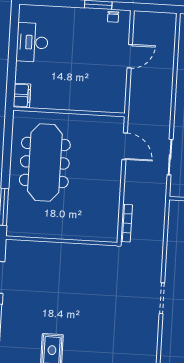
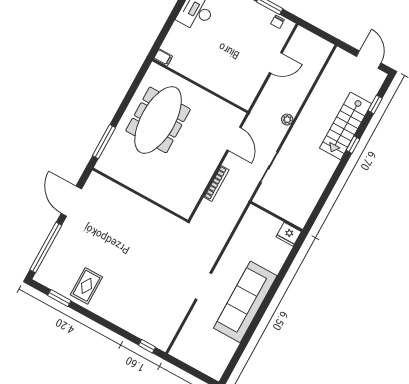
filing cabinet: (22, 96) -> (163, 57), width x0.50
plant: (166, 104) -> (287, 120), added
bookcase: (126, 223) -> (216, 183), moved

